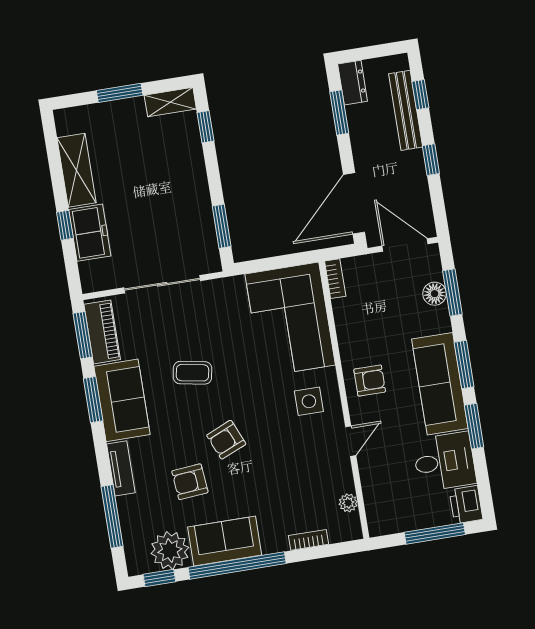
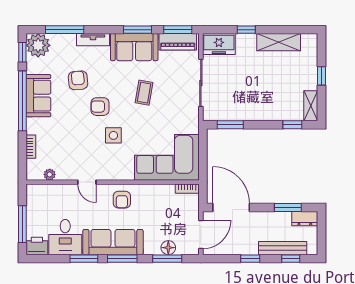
window: (120, 93) -> (321, 76), width x0.67
freezer: (90, 233) -> (219, 44), moved
side table: (309, 401) -> (113, 135), moved
armchair: (226, 440) -> (100, 107), turned -67
plant: (170, 551) -> (38, 45), moved

